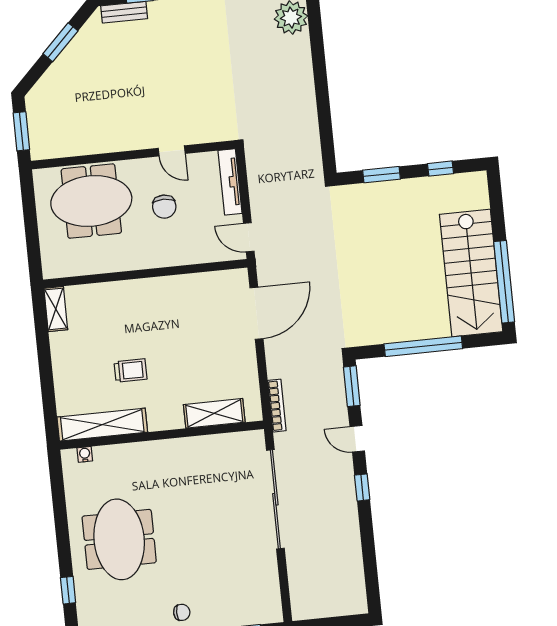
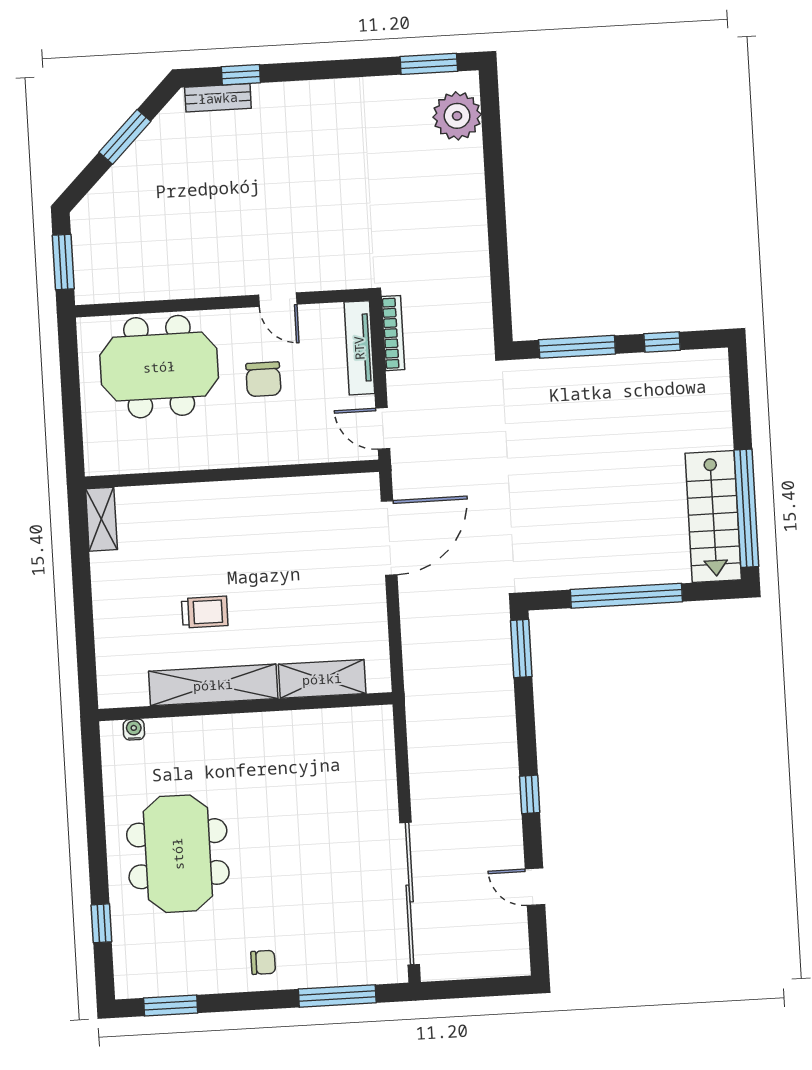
window: (381, 175) -> (577, 347), width x1.44
stairs: (471, 273) -> (713, 516), width x0.73, depth x0.66
bookcase: (277, 406) -> (393, 333), moved
shelving: (102, 425) -> (213, 685), moved
door: (357, 439) -> (535, 887), moved
sliding door: (275, 499) -> (410, 893), moved

